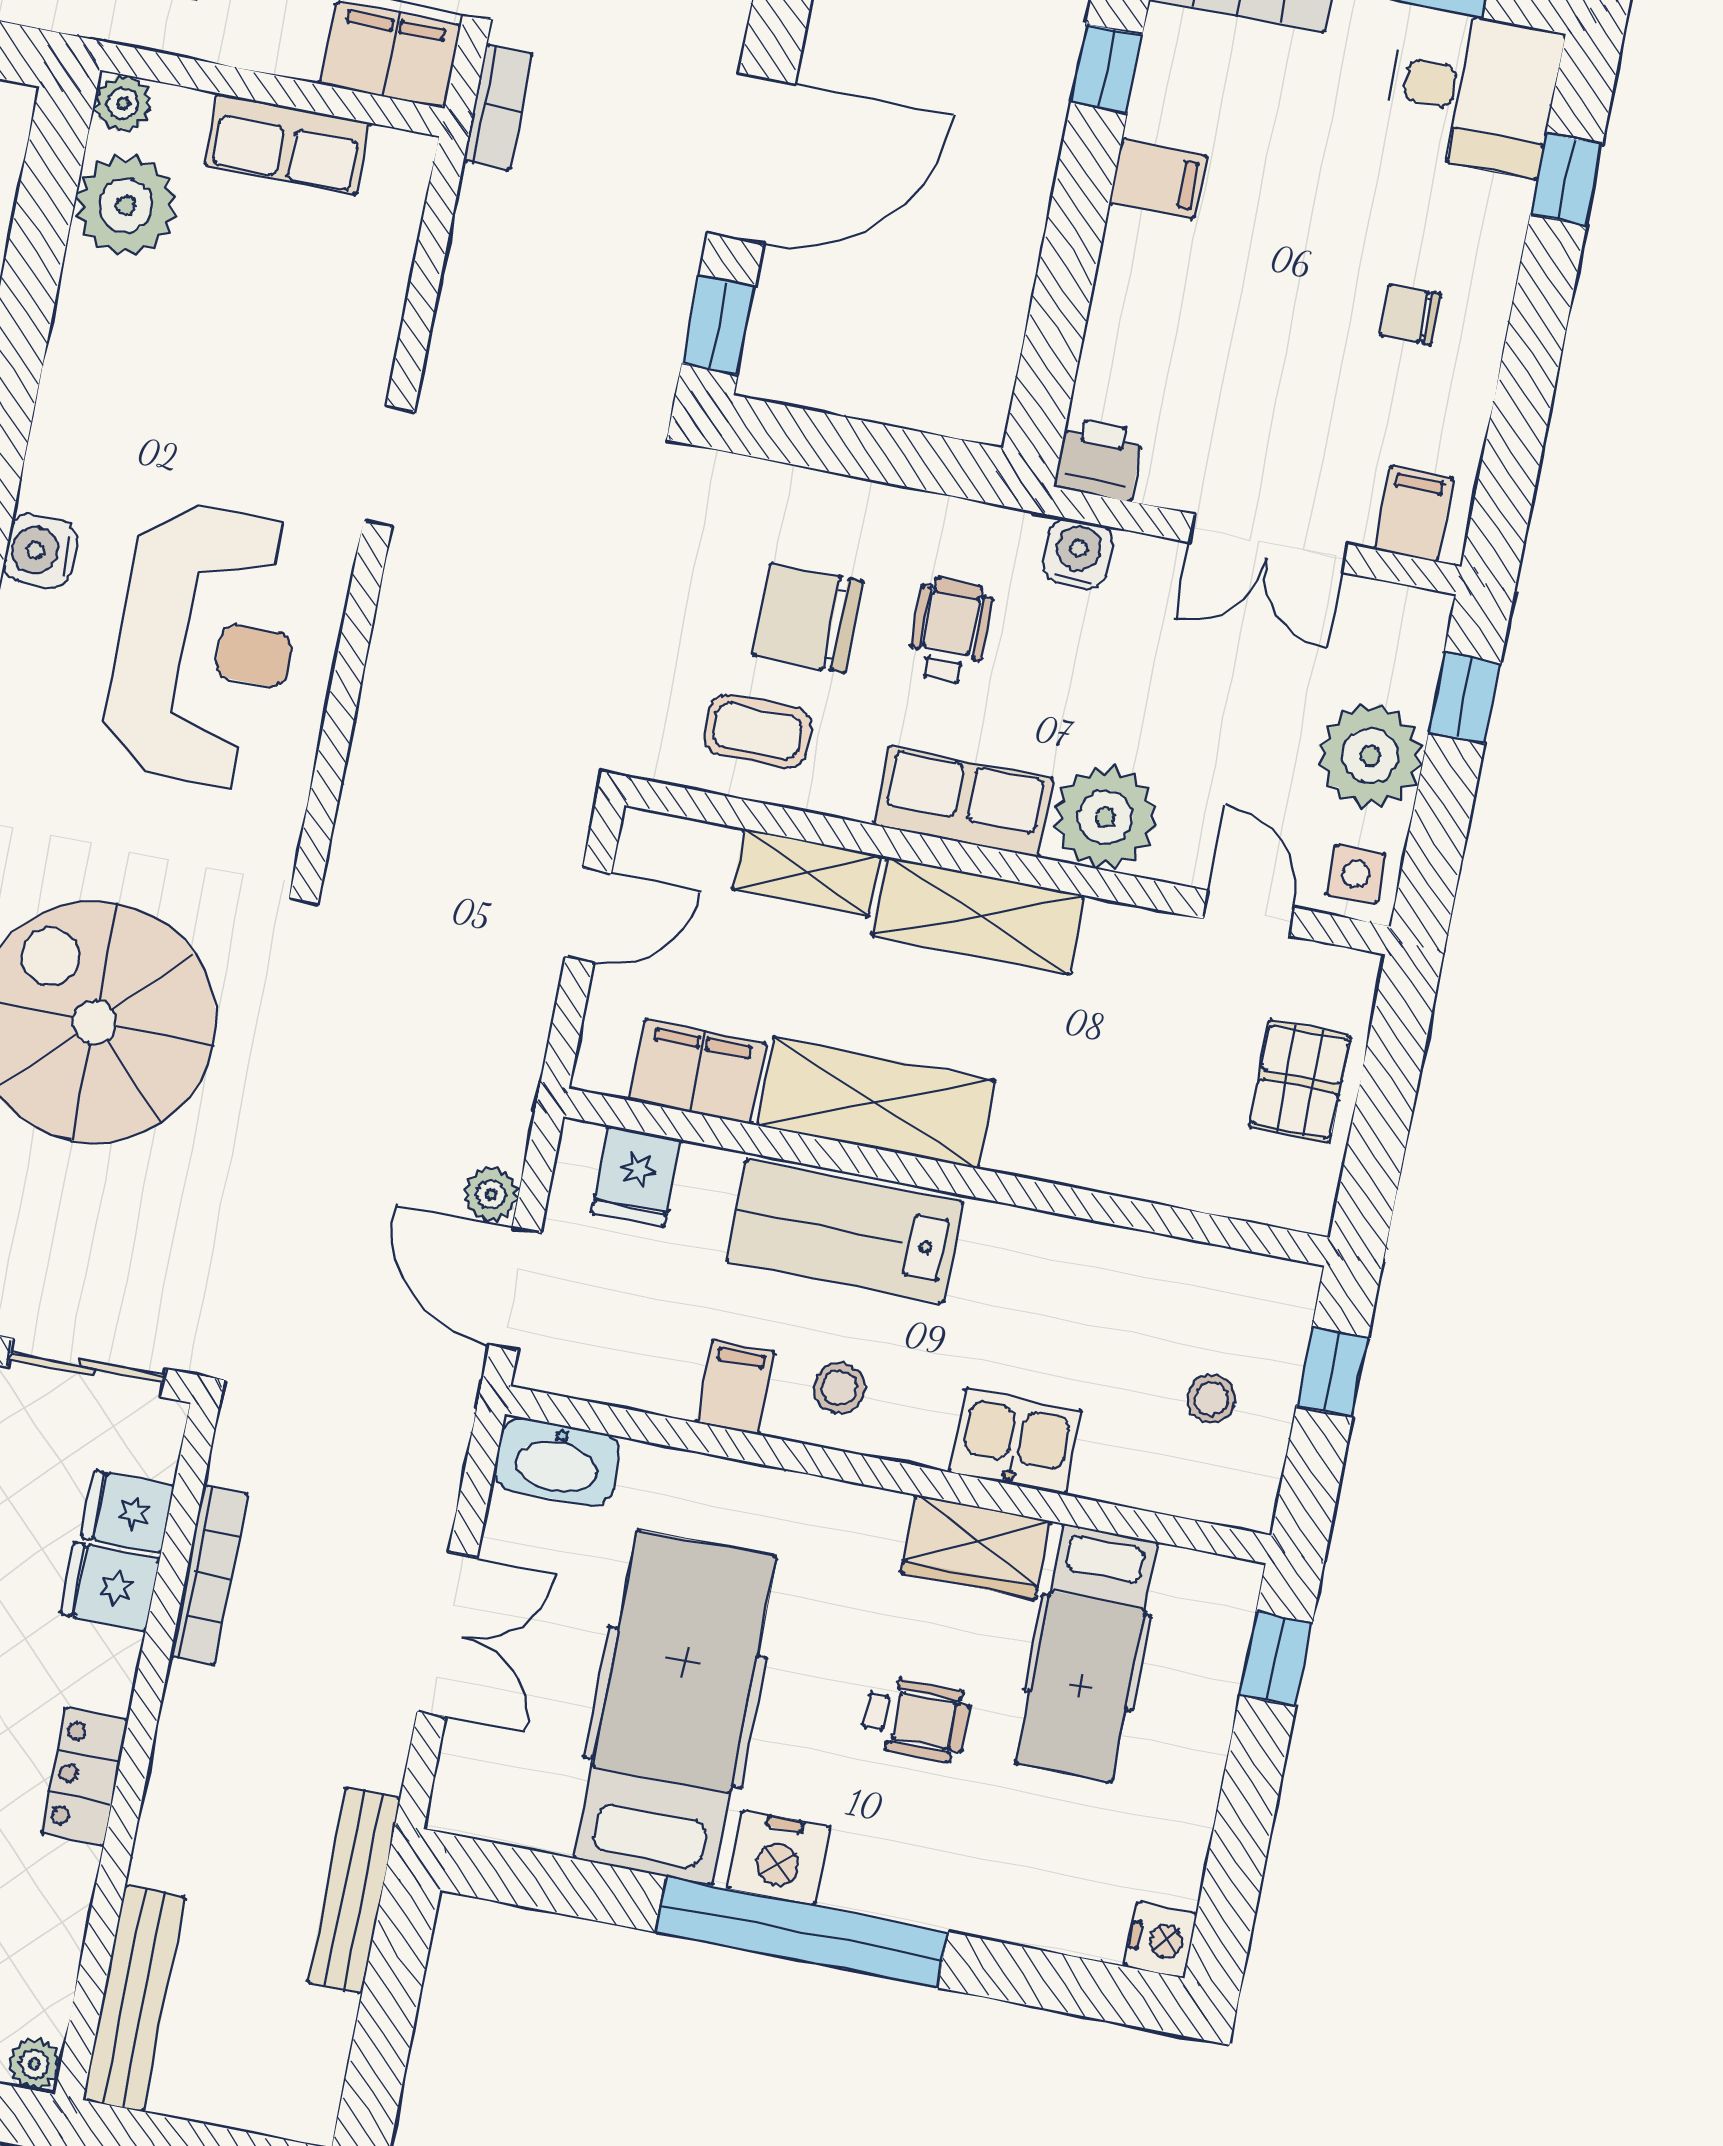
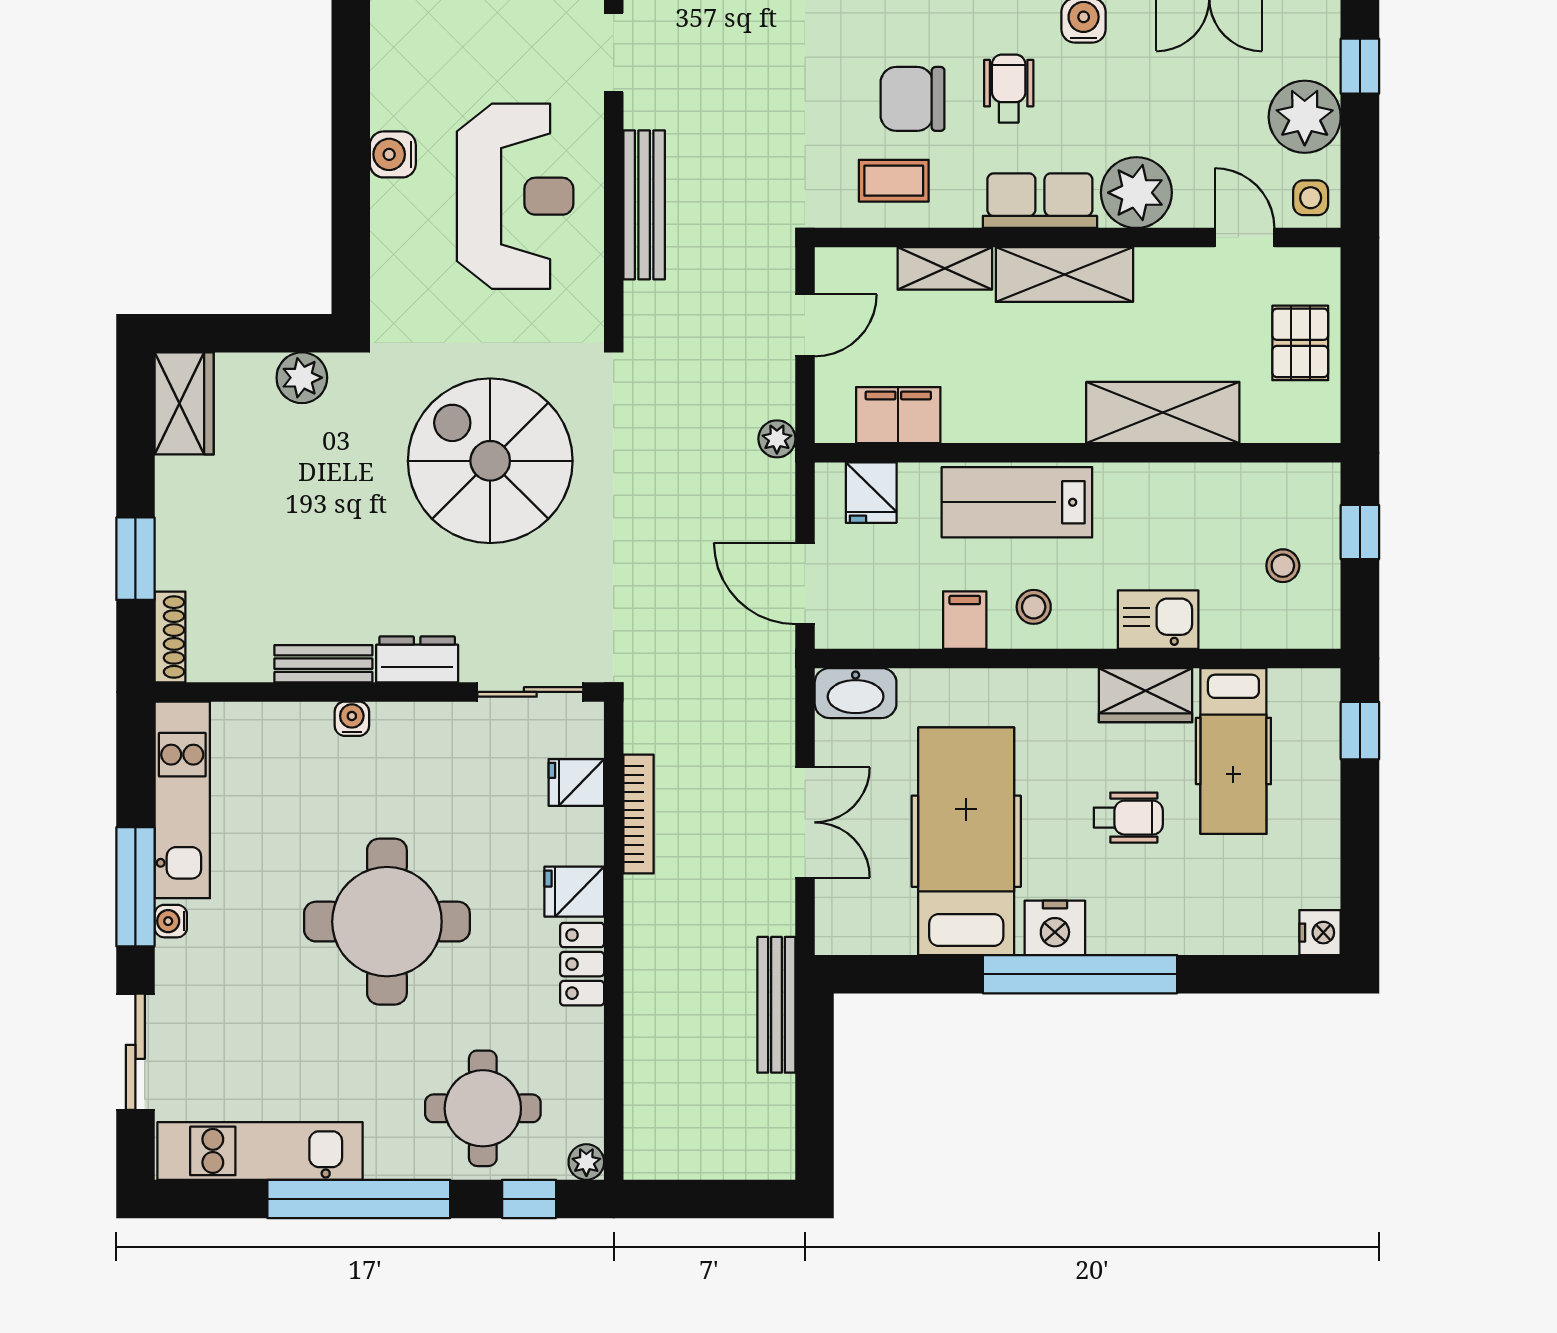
shelving: (876, 1103) -> (1163, 413), moved
plant: (491, 1194) -> (777, 439), moved
fridge: (110, 1587) -> (574, 892), moved
bench: (134, 1998) -> (644, 205), moved

